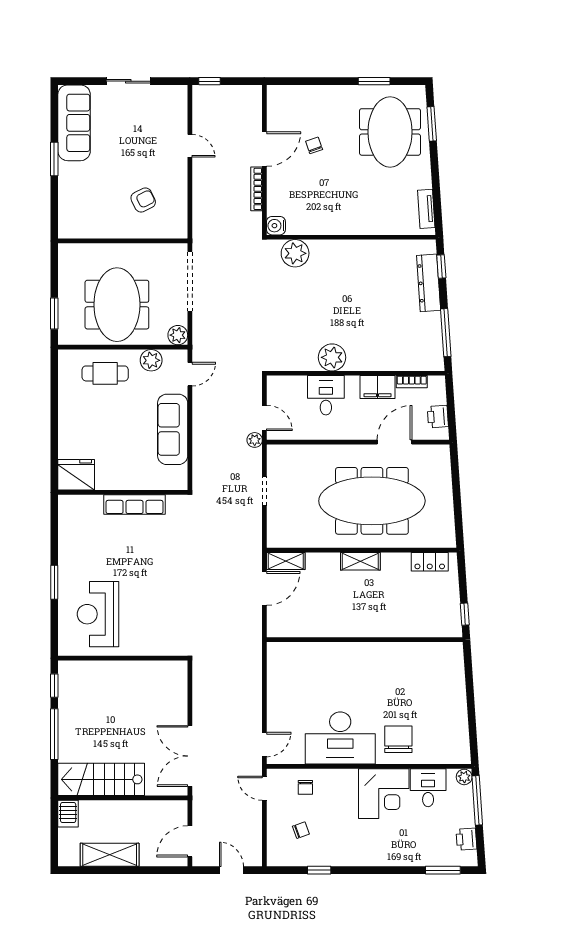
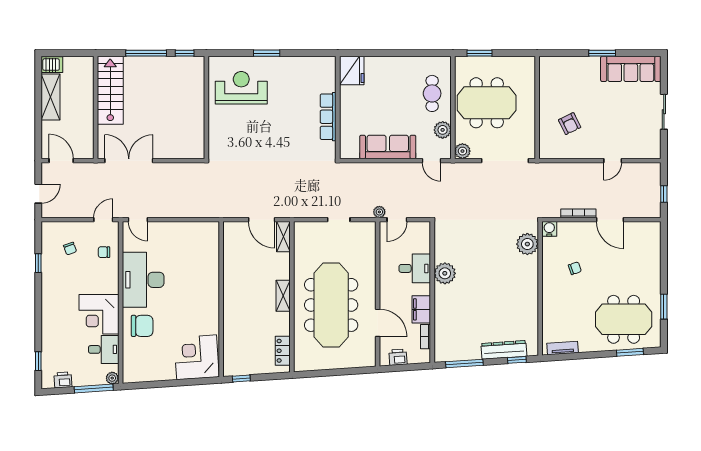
window: (210, 81) -> (664, 194), moved
chair: (314, 145) -> (575, 268), moved
corner desk: (438, 671) -> (197, 357), added
server rack: (68, 814) -> (52, 65), moved, turned 180
window: (443, 870) -> (38, 361), width x0.67

